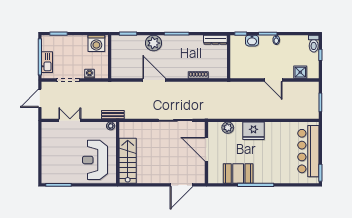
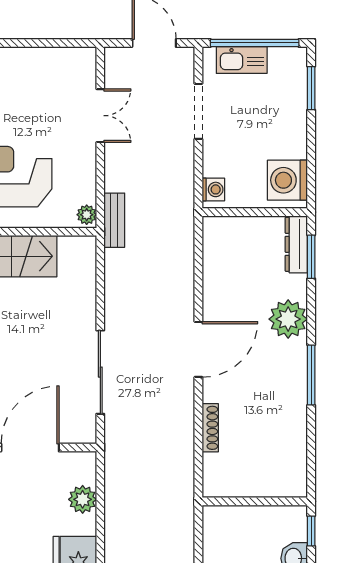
dresser: (215, 40) -> (296, 244), moved
washing machine: (90, 74) -> (213, 189), moved
door: (154, 80) -> (198, 349), moved

